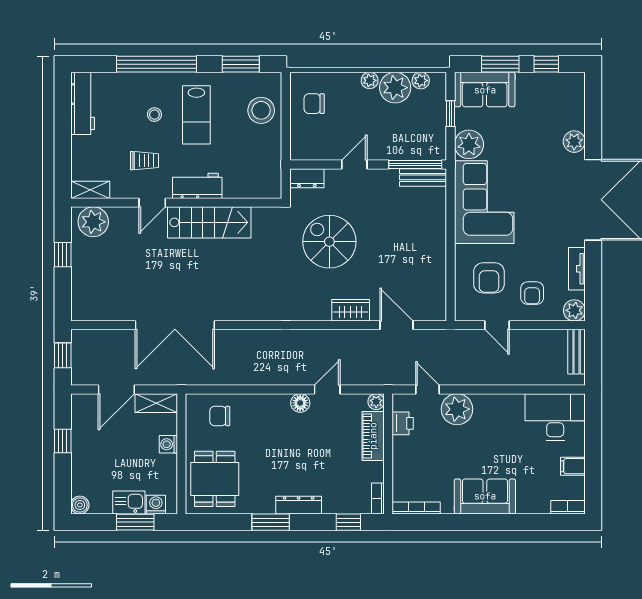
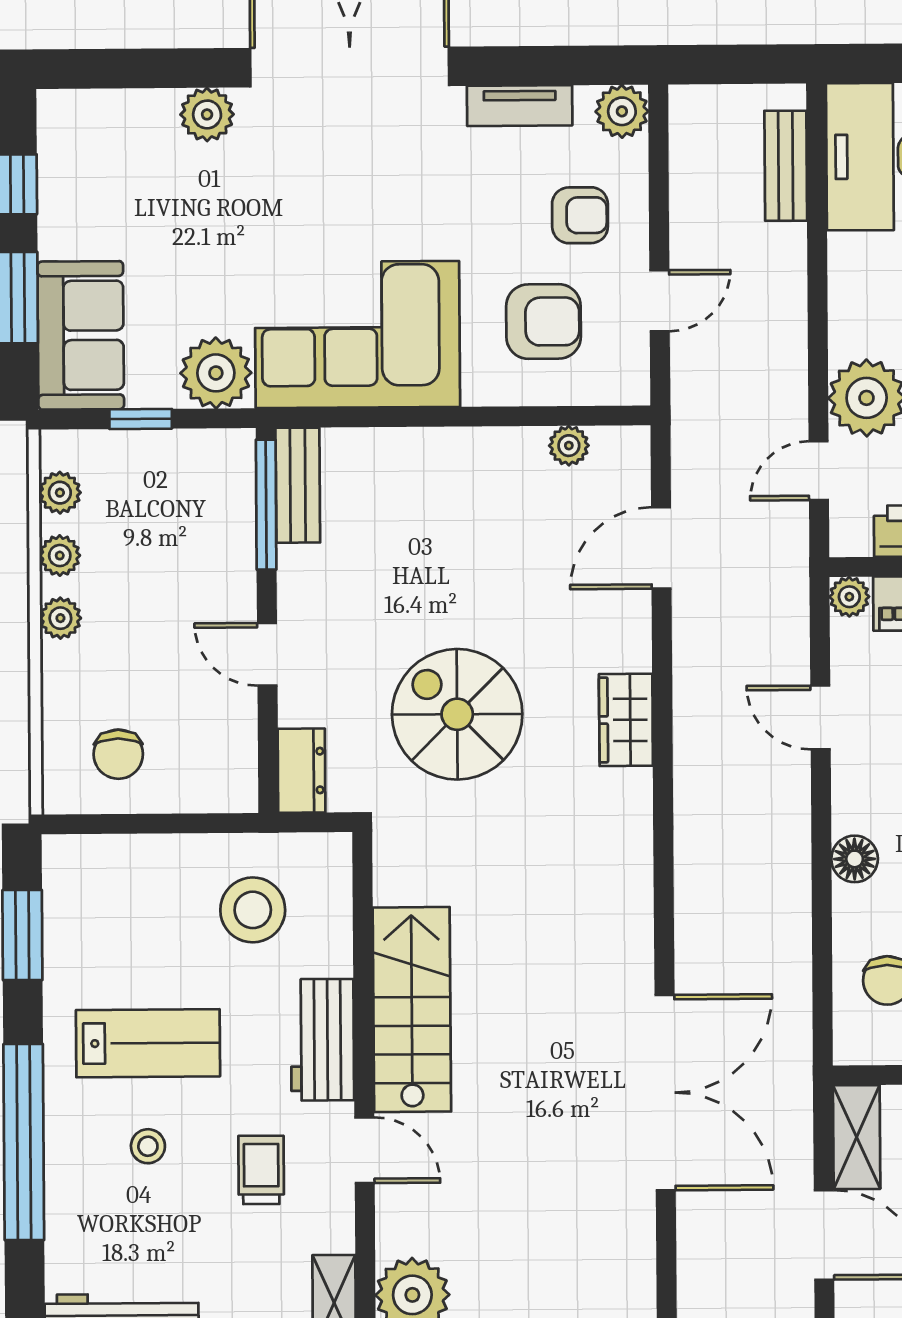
plant: (395, 88) -> (60, 556), width x0.53, depth x0.53
stool: (261, 110) -> (253, 910), moved
spiral stairs: (329, 242) -> (457, 714), turned 90
plant: (438, 288) -> (569, 446), added
wardrobe: (351, 310) -> (626, 720), moved
bench: (577, 352) -> (786, 166), moved, turned 90
floor lamp: (300, 403) -> (855, 859), moved

